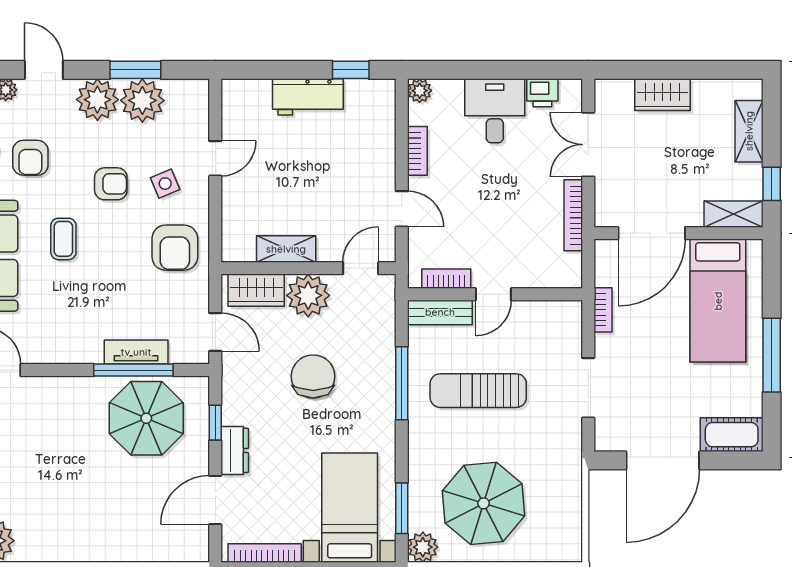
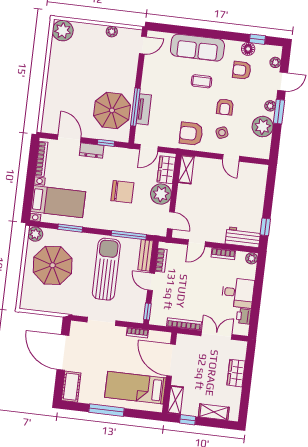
window: (135, 70) -> (279, 112), moved
workbench: (308, 97) -> (243, 237), moved, turned 90
plant: (97, 100) -> (270, 106), width x0.53, depth x0.53
shelving: (286, 249) -> (186, 169), moved
window: (556, 294) -> (147, 312), added
window: (402, 383) -> (129, 235), moved
sun lounger: (478, 391) -> (106, 269), width x1.36, depth x1.34
window: (402, 508) -> (70, 228), moved

